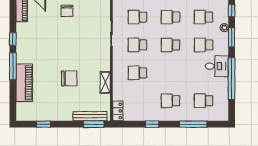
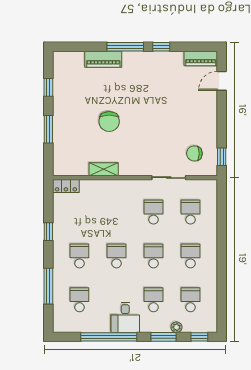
chair: (67, 11) -> (194, 153), moved
school desk: (137, 73) -> (116, 256), moved
piano: (24, 83) -> (103, 59), width x0.73, depth x0.75
bench: (90, 116) -> (59, 149), removed
window: (94, 124) -> (48, 129), moved

